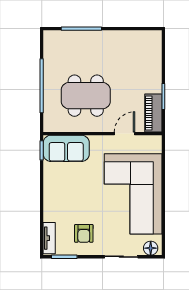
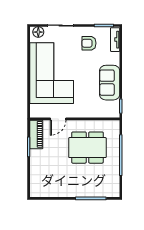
sofa: (66, 148) -> (110, 83), moved, turned -90
armchair: (84, 233) -> (89, 43), turned -90

